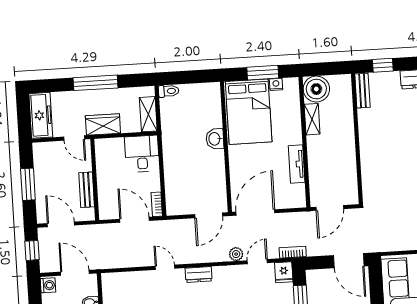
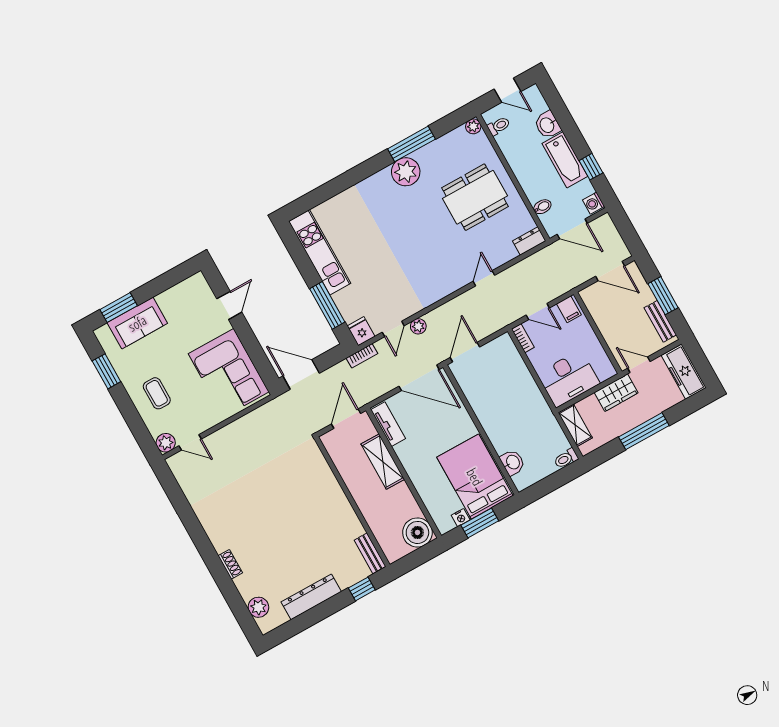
shelving: (312, 119) -> (383, 462), moved, width x1.50, depth x1.33
washbasin: (215, 139) -> (513, 462), moved
desk: (142, 154) -> (568, 379), width x1.37
tv unit: (297, 164) -> (388, 424), moved
bench: (87, 190) -> (660, 321), moved
filing cabinet: (109, 210) -> (569, 309), added
door: (255, 212) -> (419, 378), hinge flipped
door: (135, 220) -> (538, 311), width x0.73
window: (32, 250) -> (627, 231), removed
door: (165, 267) -> (484, 278), swing flipped
dresser: (199, 275) -> (529, 241), moved

